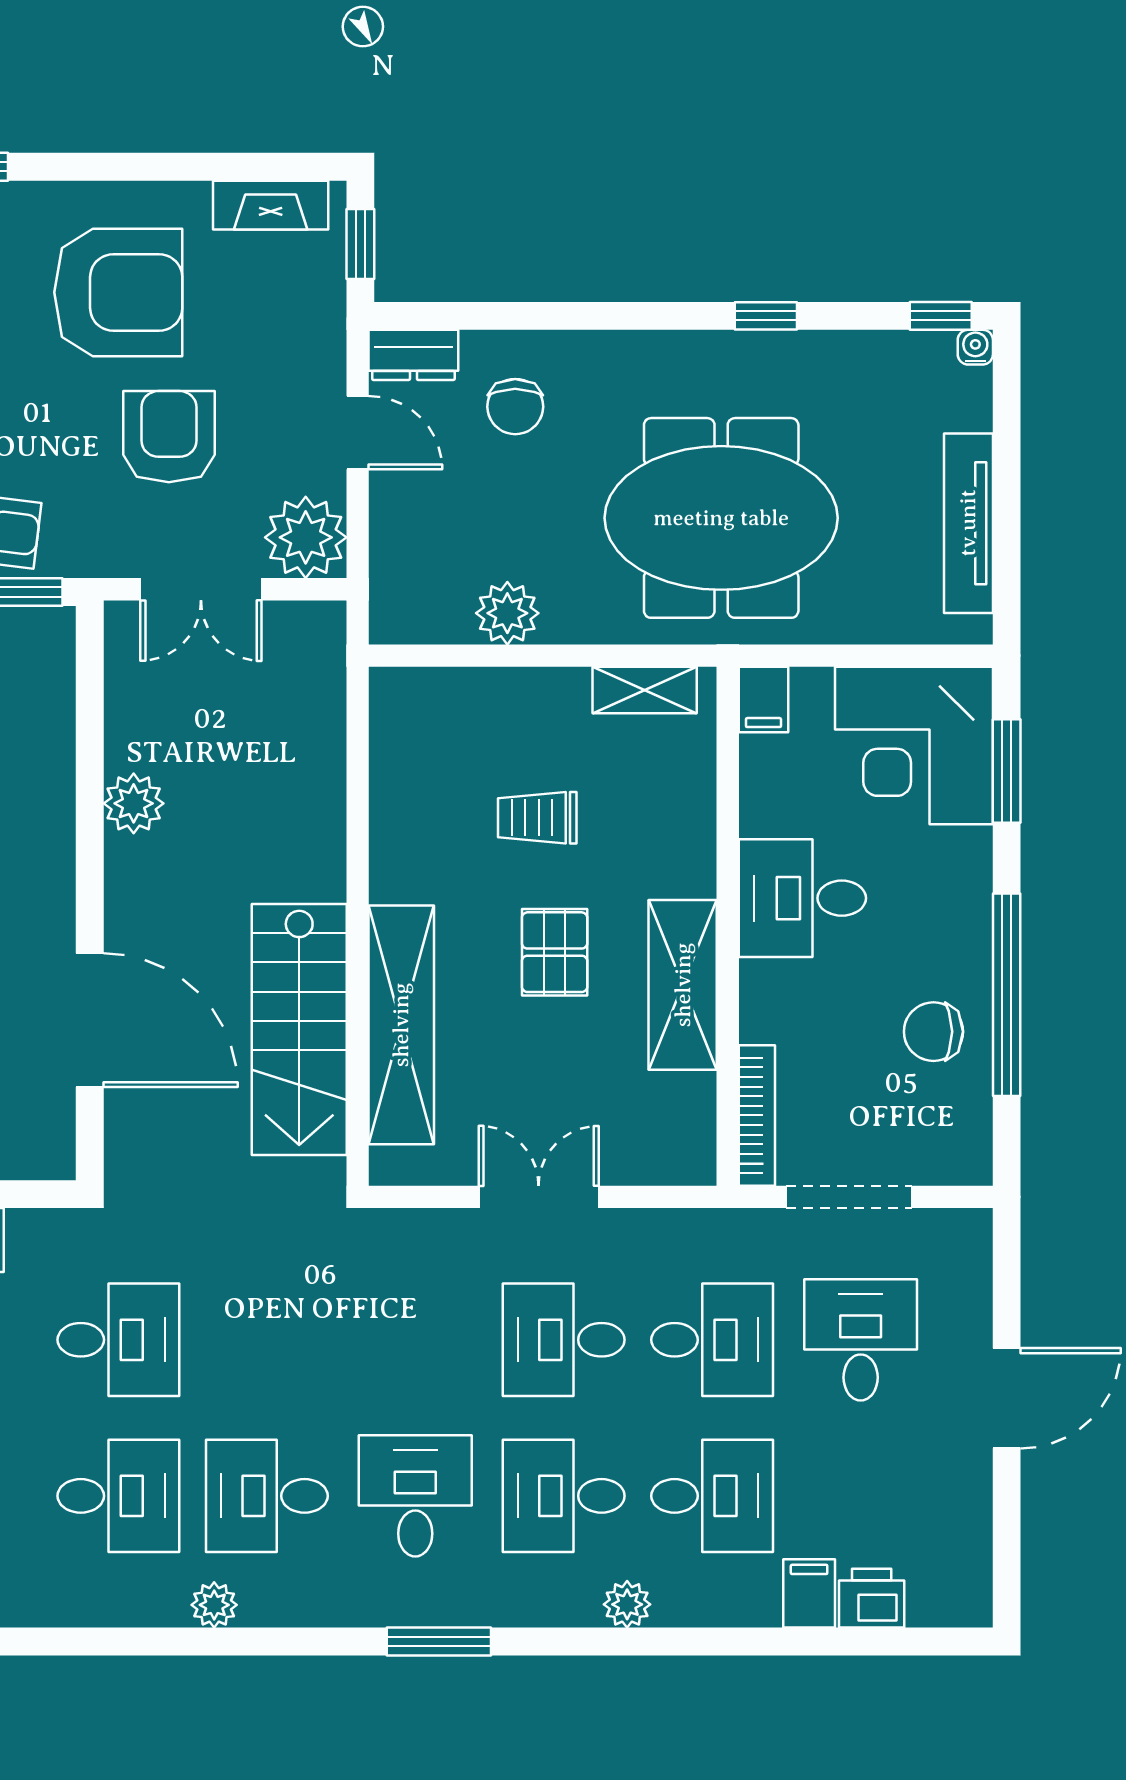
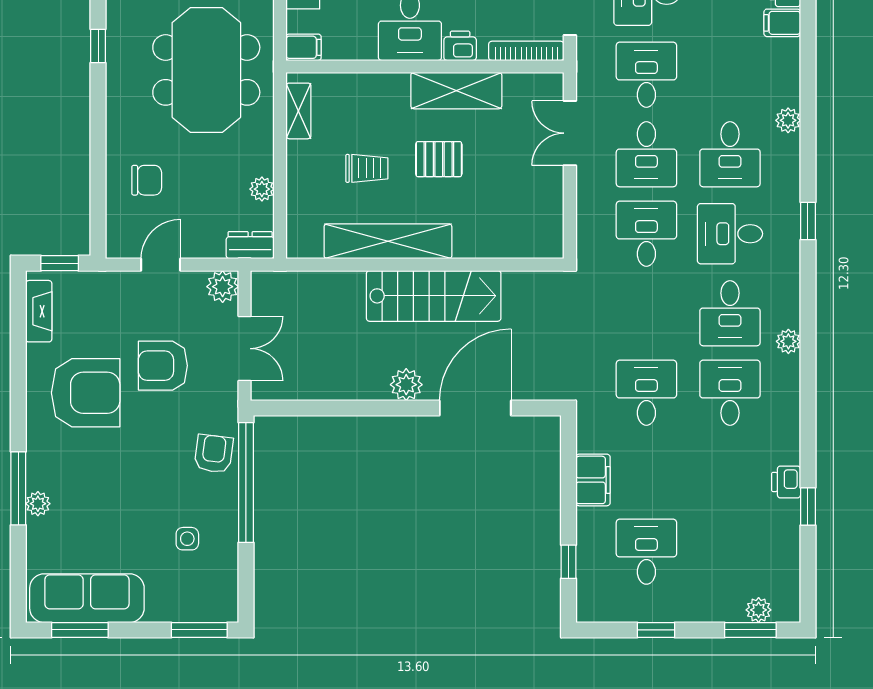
armchair: (118, 292) -> (86, 393), turned 90
dresser: (413, 355) -> (250, 245), moved, turned -90
plant: (306, 537) -> (223, 287), width x0.73, depth x0.73
plant: (507, 613) -> (262, 189), width x0.73, depth x0.73
plant: (134, 803) -> (406, 385), moved
trolley: (537, 818) -> (367, 168), turned -90
printer: (766, 992) -> (460, 46), added
shelving: (401, 1025) -> (388, 241), moved
stairs: (299, 1029) -> (434, 296), moved
double door: (539, 1197) -> (570, 133), moved
desk: (712, 1496) -> (646, 234), moved
window: (439, 1642) -> (808, 221), width x0.67

